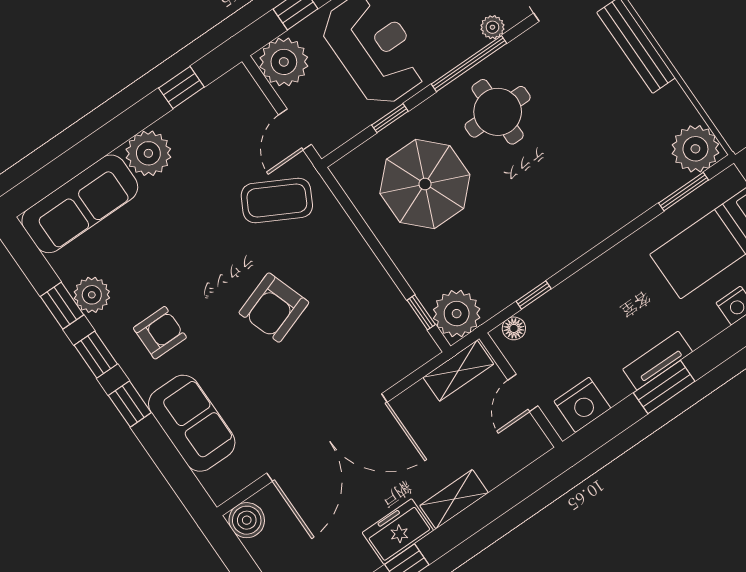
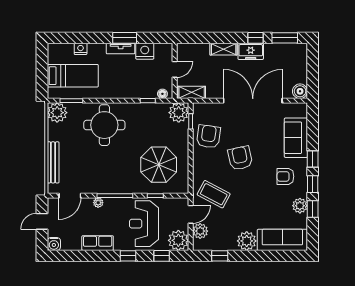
plant: (253, 110) -> (200, 231), added
round table: (498, 112) -> (104, 125), moved, width x1.36, depth x1.36
armchair: (366, 307) -> (208, 136), added
armchair: (274, 308) -> (240, 158), turned -83
nightstand: (582, 405) -> (145, 51), moved

